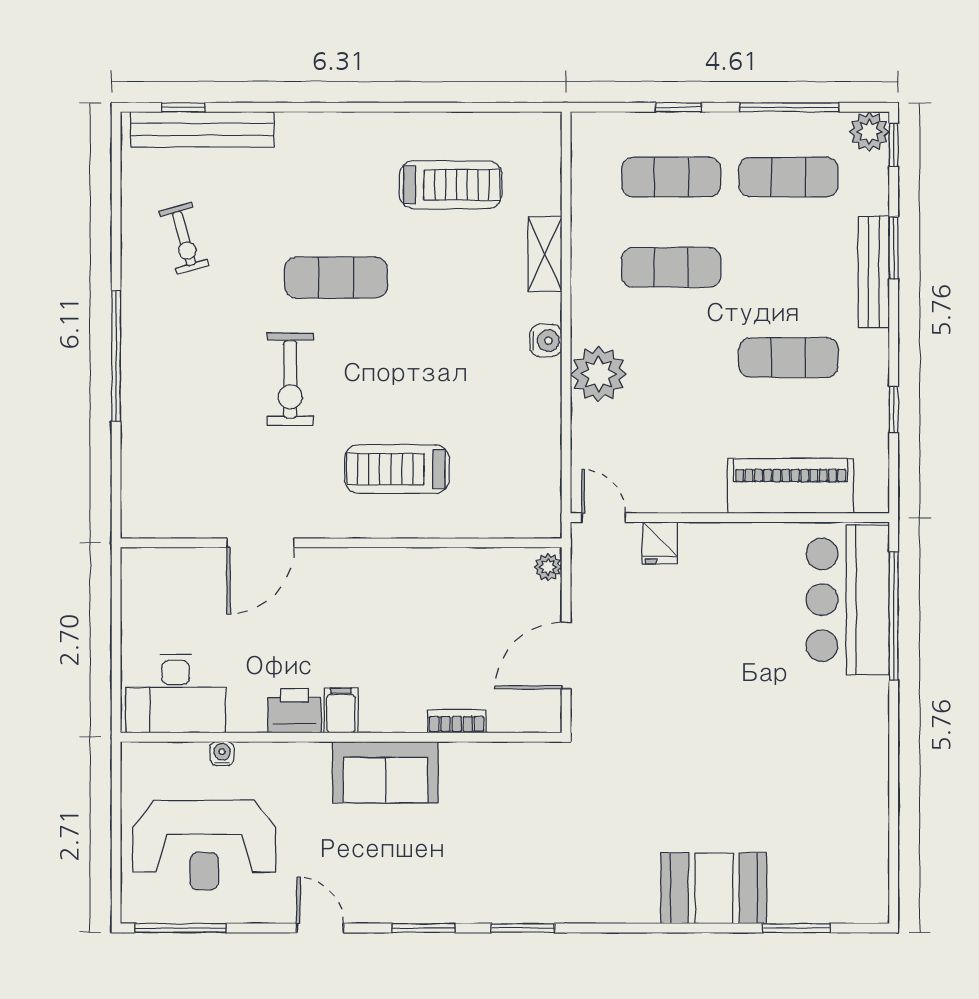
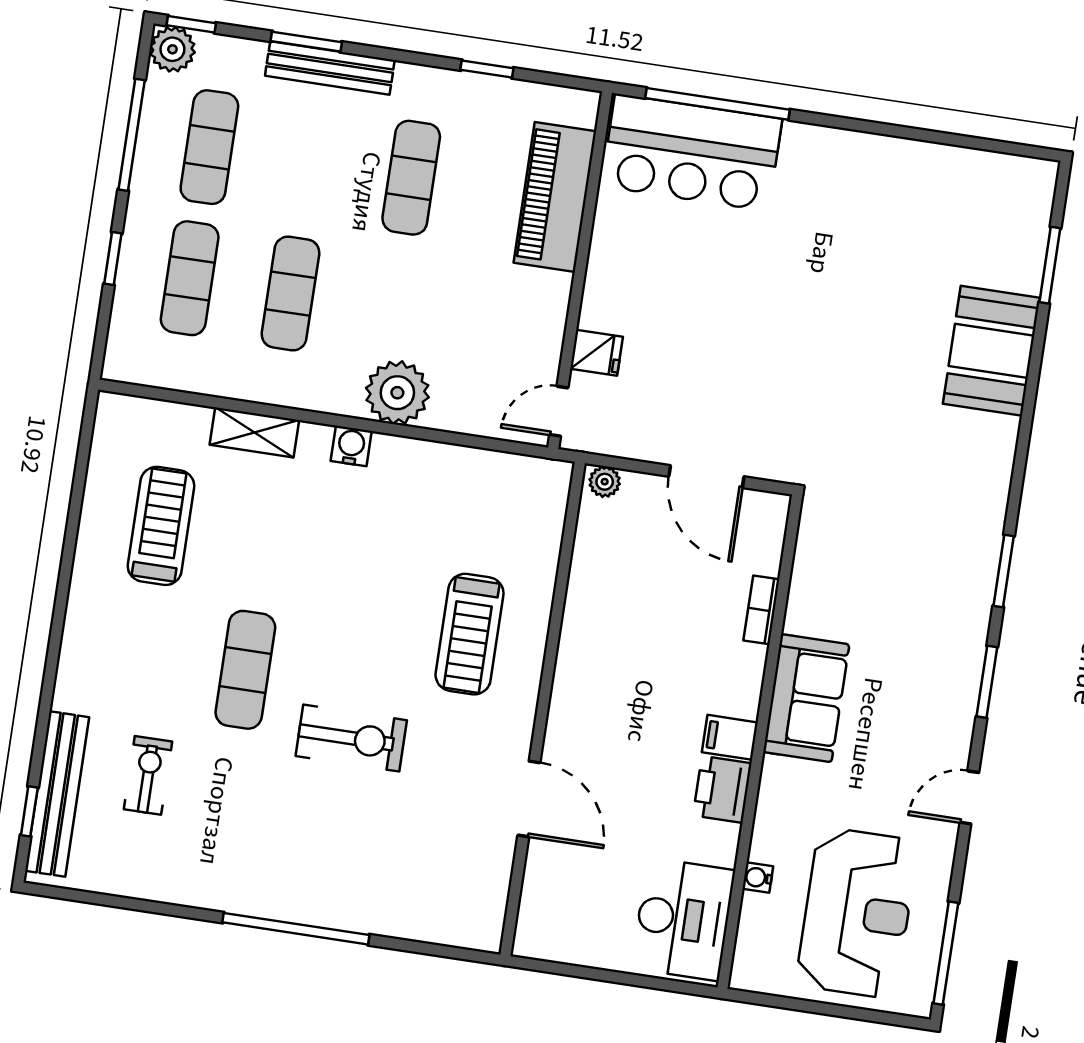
exercise bike: (184, 239) -> (148, 775), moved, turned -74

